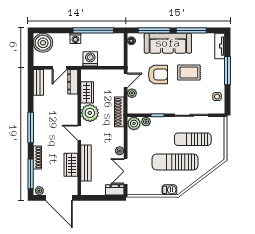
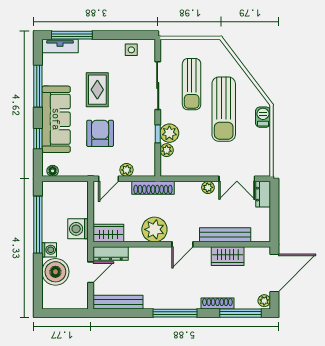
window: (154, 30) -> (38, 139), width x0.46
boiler: (43, 43) -> (55, 272), moved
door: (59, 68) -> (91, 272), hinge flipped
window: (227, 71) -> (72, 35), moved
door: (126, 80) -> (109, 179), swing flipped
bench: (38, 82) -> (118, 302), width x1.36
wardrobe: (87, 92) -> (108, 233), moved
plant: (134, 124) -> (169, 133), moved

